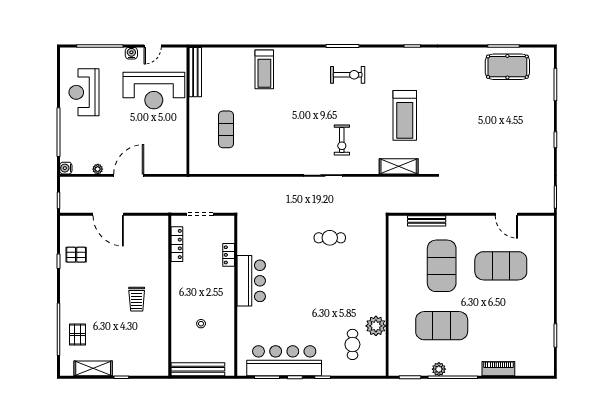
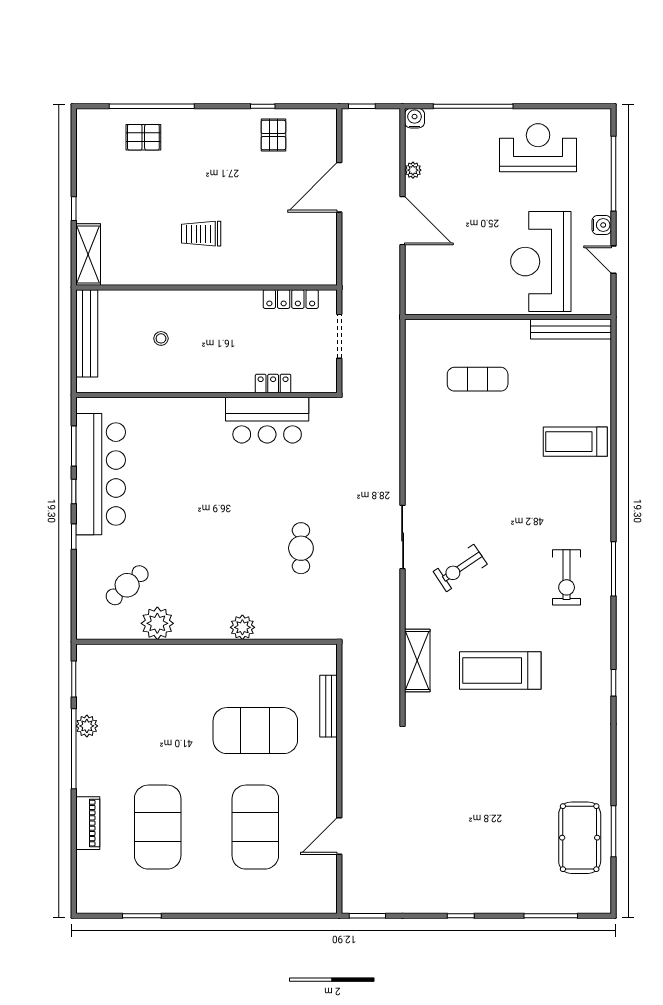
exercise bike: (342, 140) -> (460, 568), turned -34
plant: (378, 274) -> (242, 627), added
bar counter: (251, 281) -> (267, 420), moved
exercise mat: (442, 326) -> (158, 827), moved
cafe table: (352, 344) -> (127, 585), turned -42
shelving: (93, 368) -> (88, 255), moved

